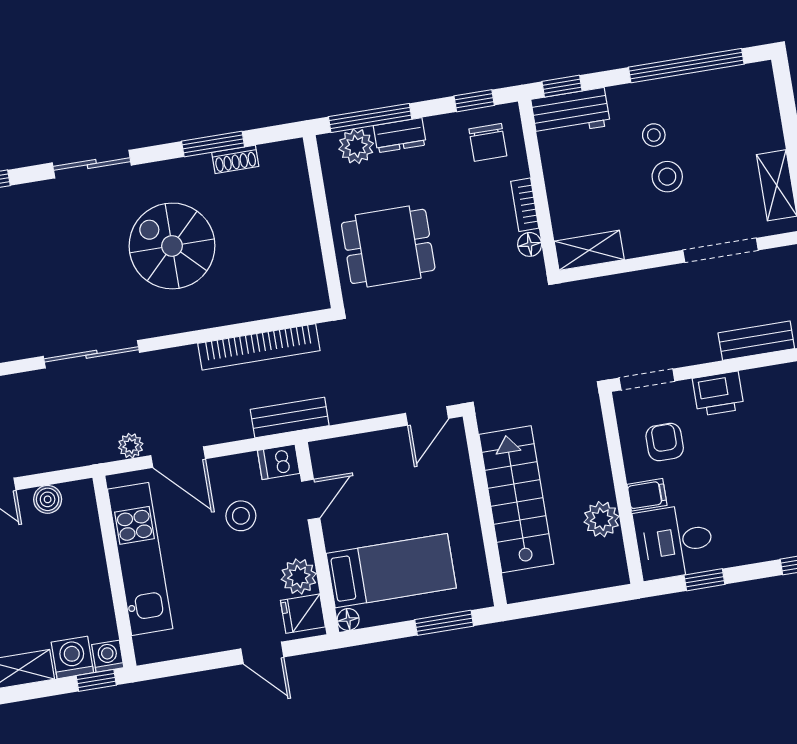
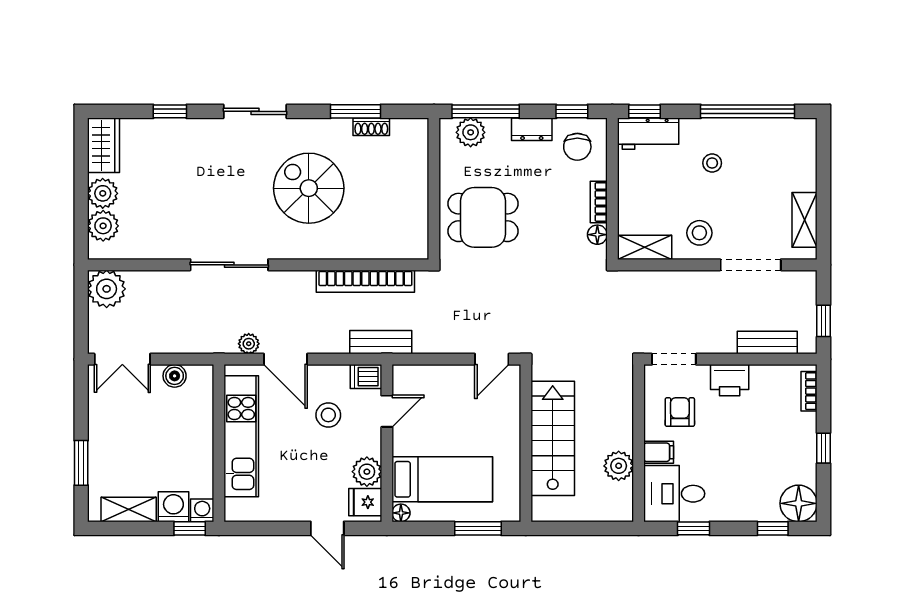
dresser: (400, 135) -> (532, 129), moved
stool: (667, 177) -> (699, 233), moved

